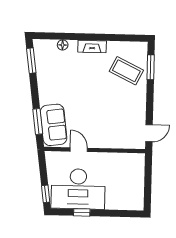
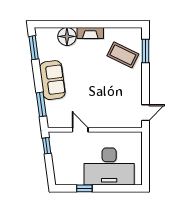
floor lamp: (63, 45) -> (67, 36), width x1.89, depth x1.89
sofa: (54, 125) -> (52, 80), moved
desk: (78, 189) -> (109, 166), moved
window: (46, 194) -> (47, 146), moved

